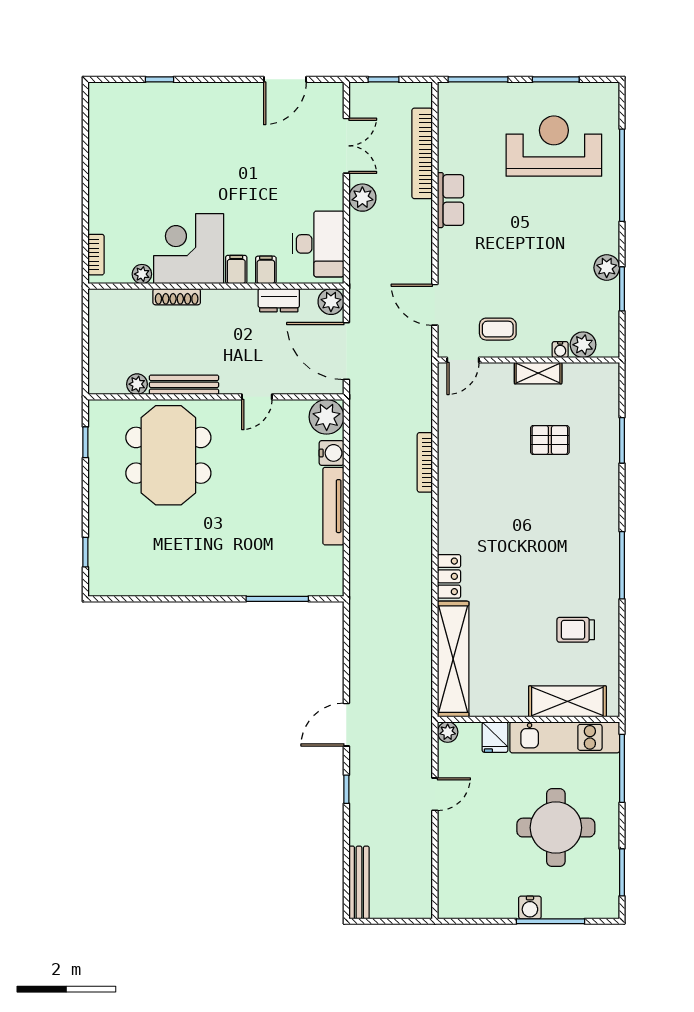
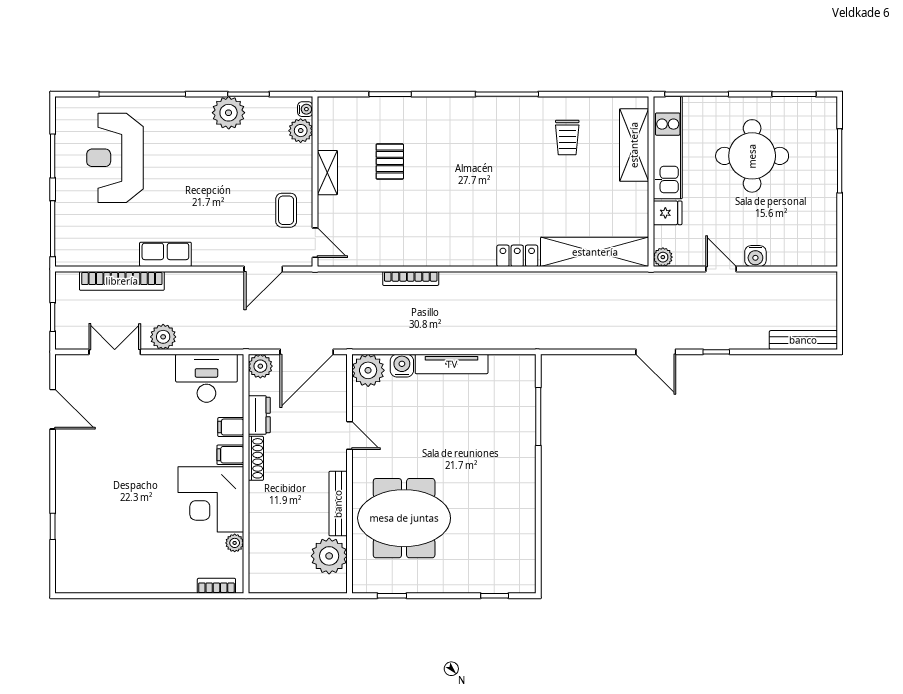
plant: (607, 268) -> (229, 113), width x1.36, depth x1.36
shoe rack: (177, 297) -> (256, 458), moved
water cooler: (560, 350) -> (305, 109), moved
plant: (137, 384) -> (329, 556), width x1.87, depth x1.87
water cooler: (530, 907) -> (755, 256), moved, turned 90

